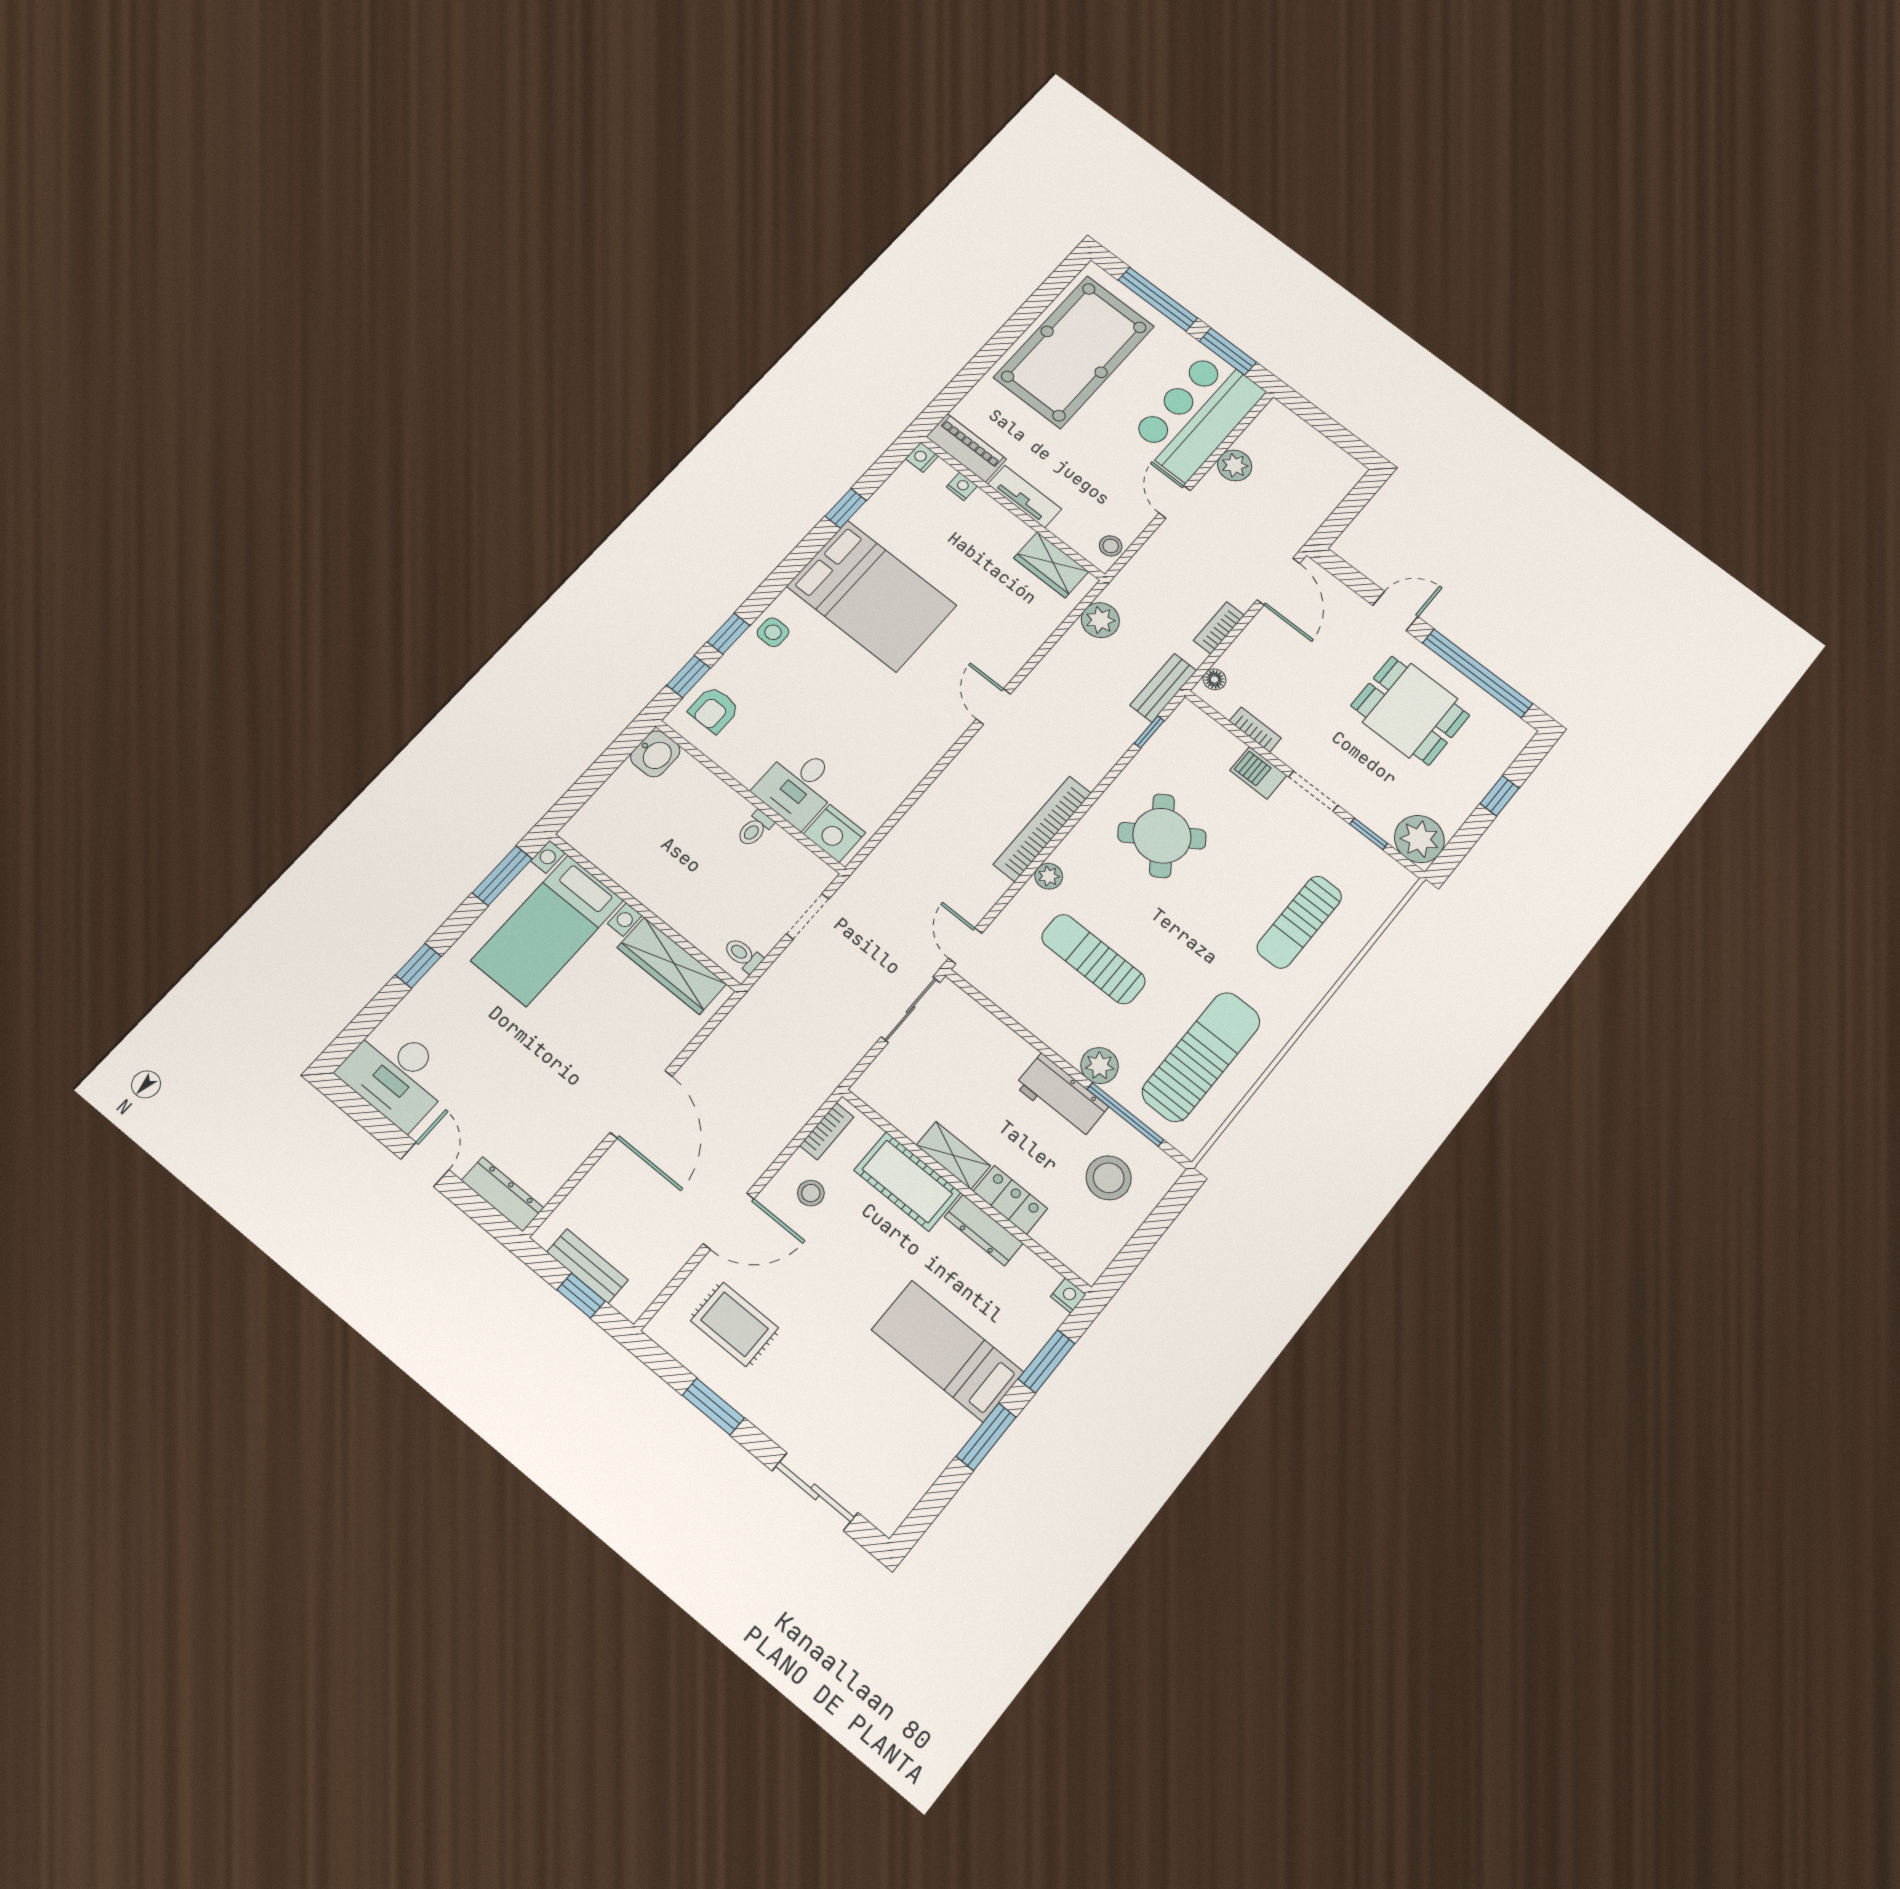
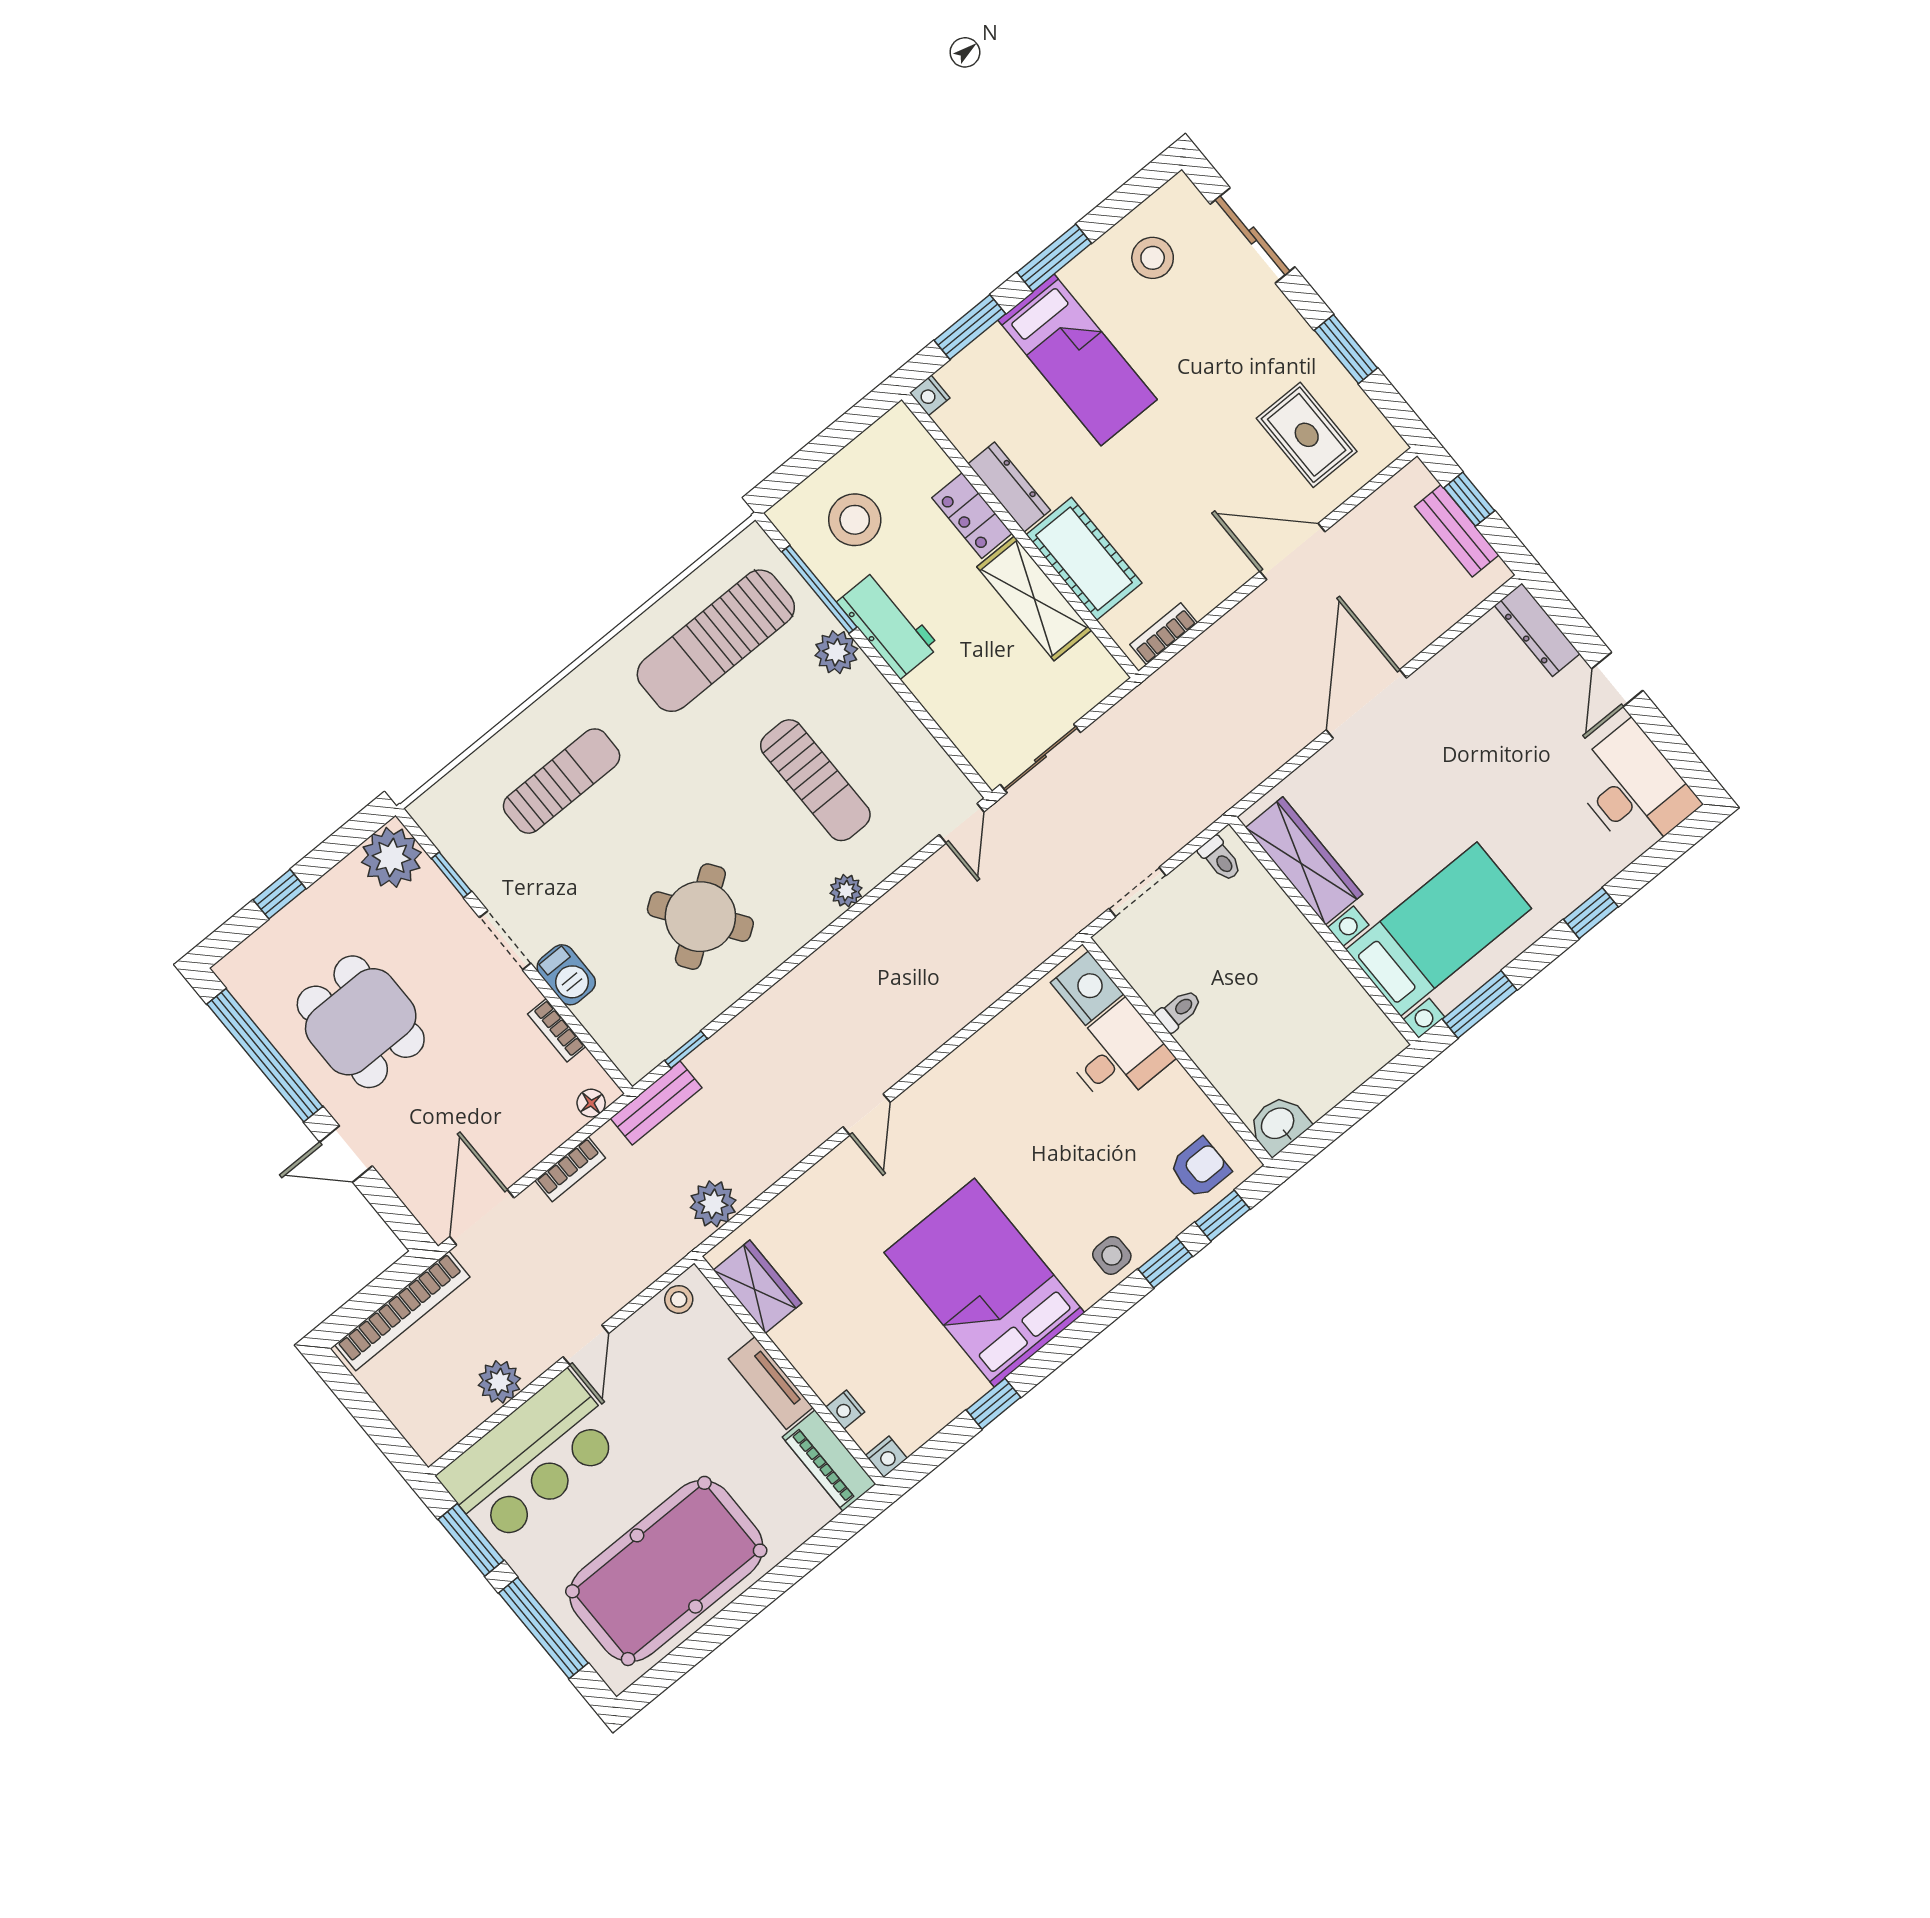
bookcase: (1042, 829) -> (402, 1311), moved
shelving: (953, 1155) -> (1034, 598), width x1.50, depth x1.33
stool: (811, 1193) -> (1153, 258), moved, width x1.37, depth x1.37

